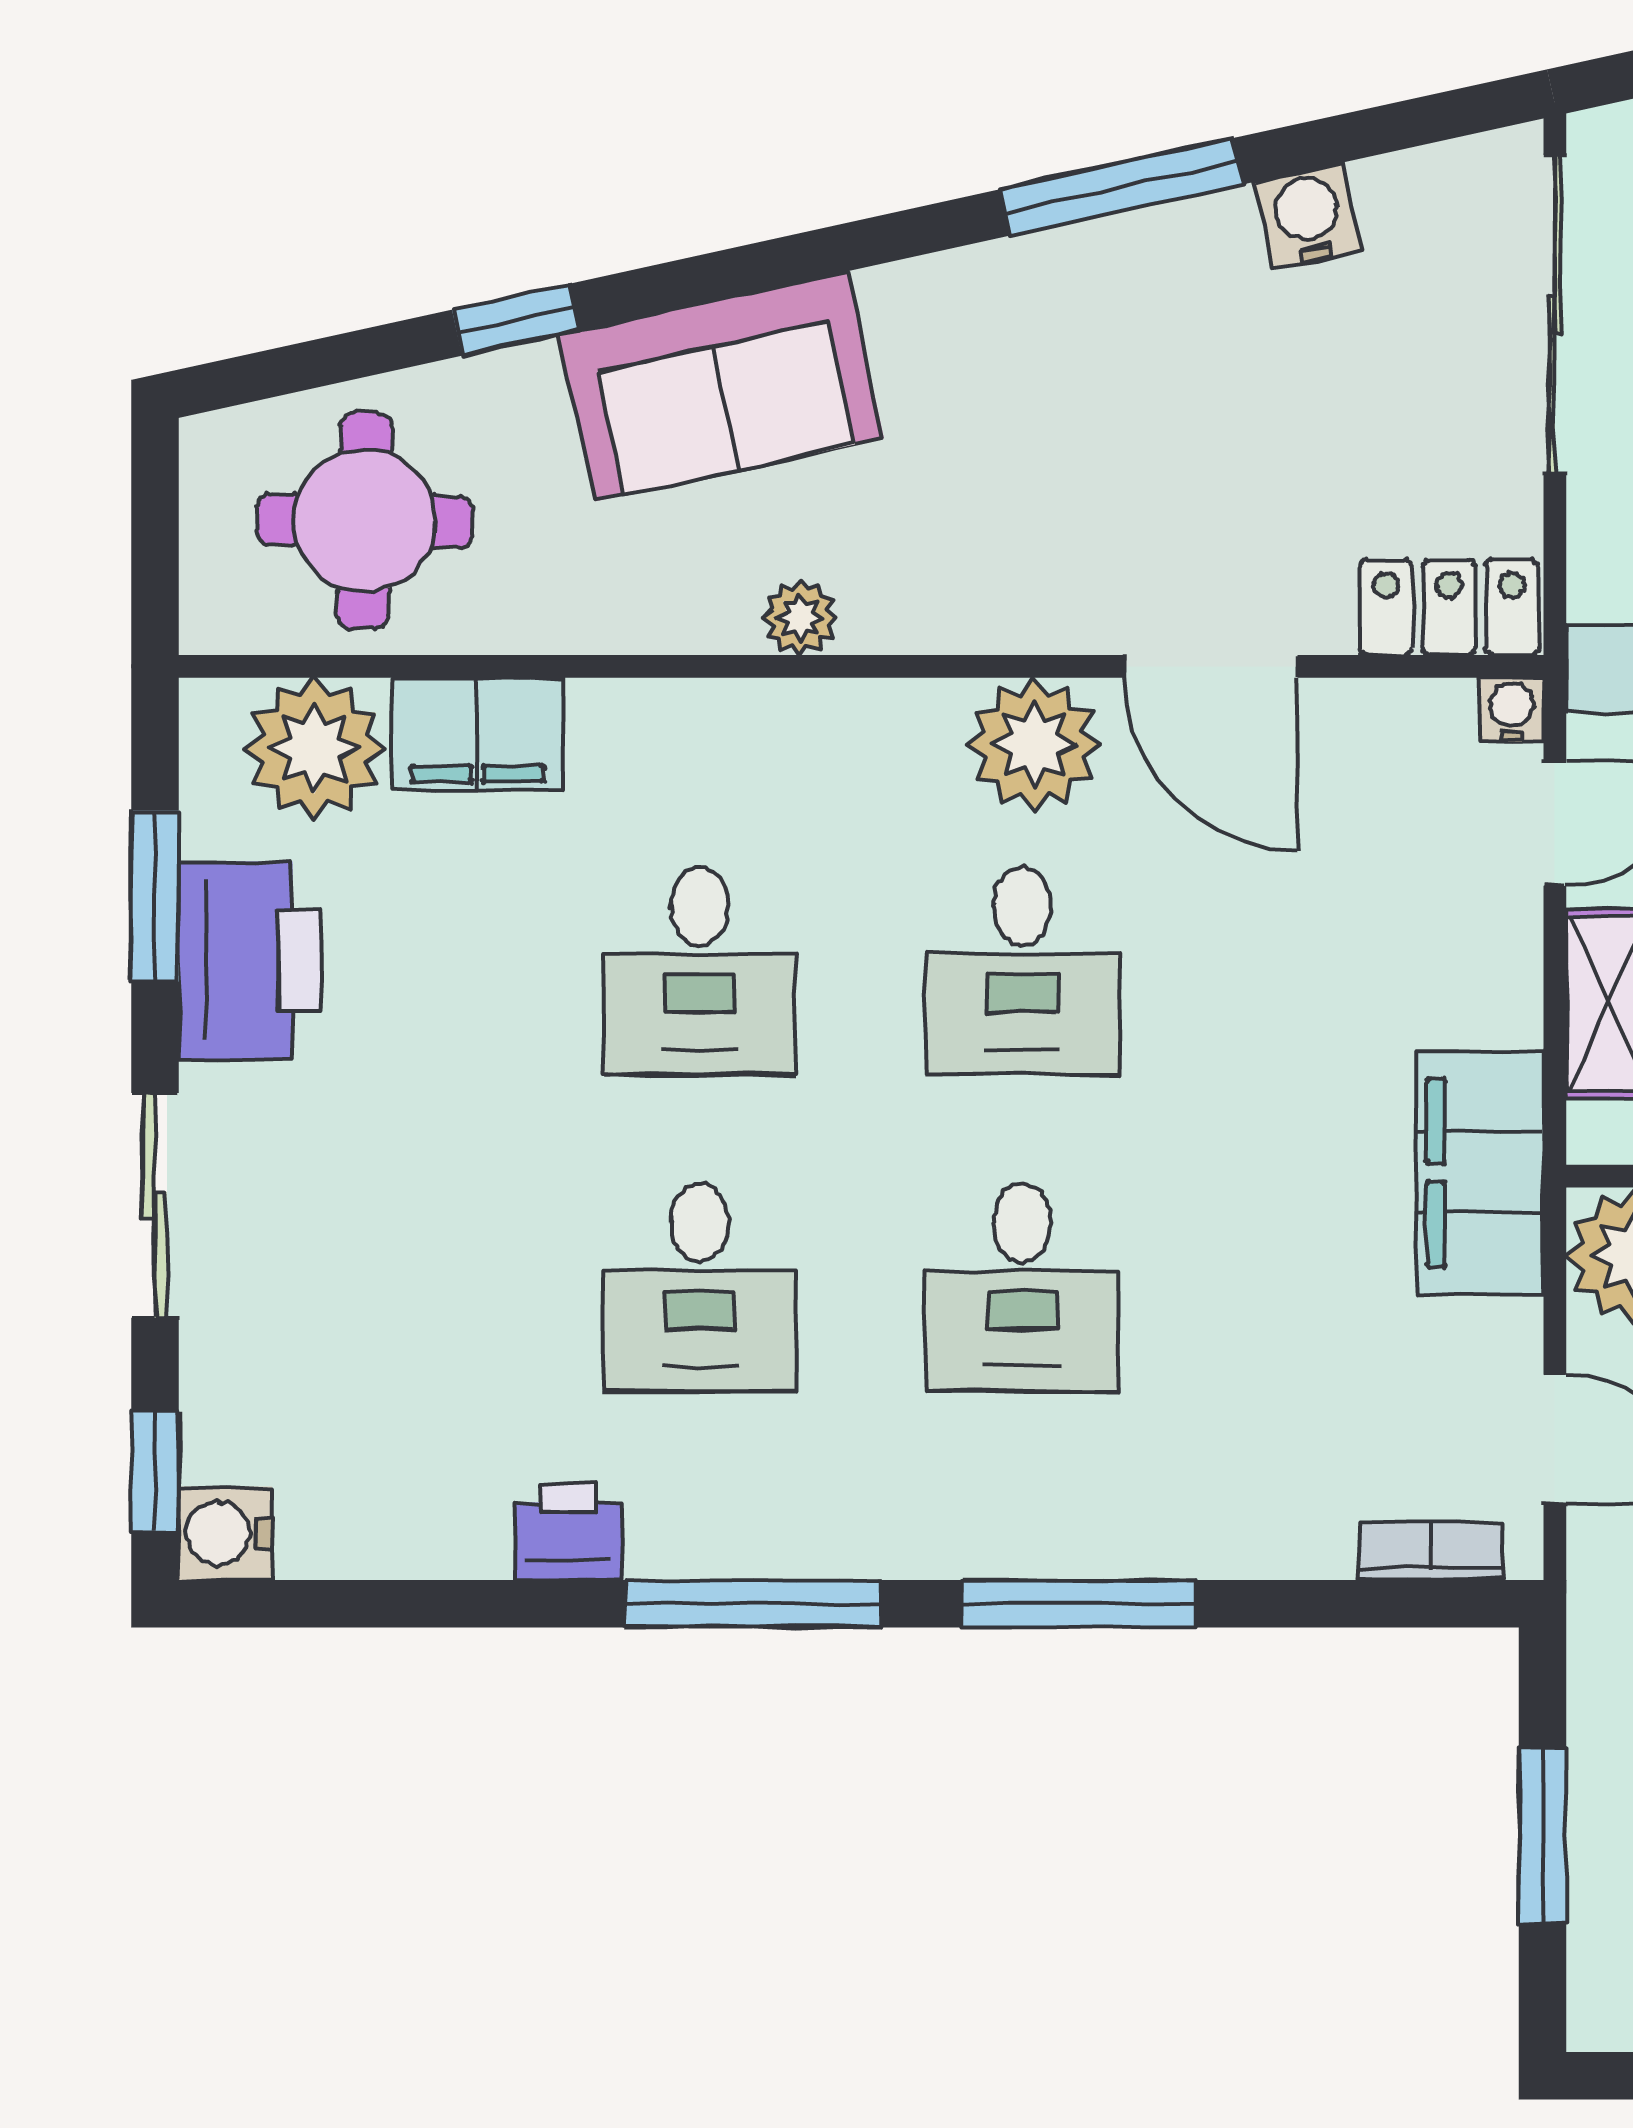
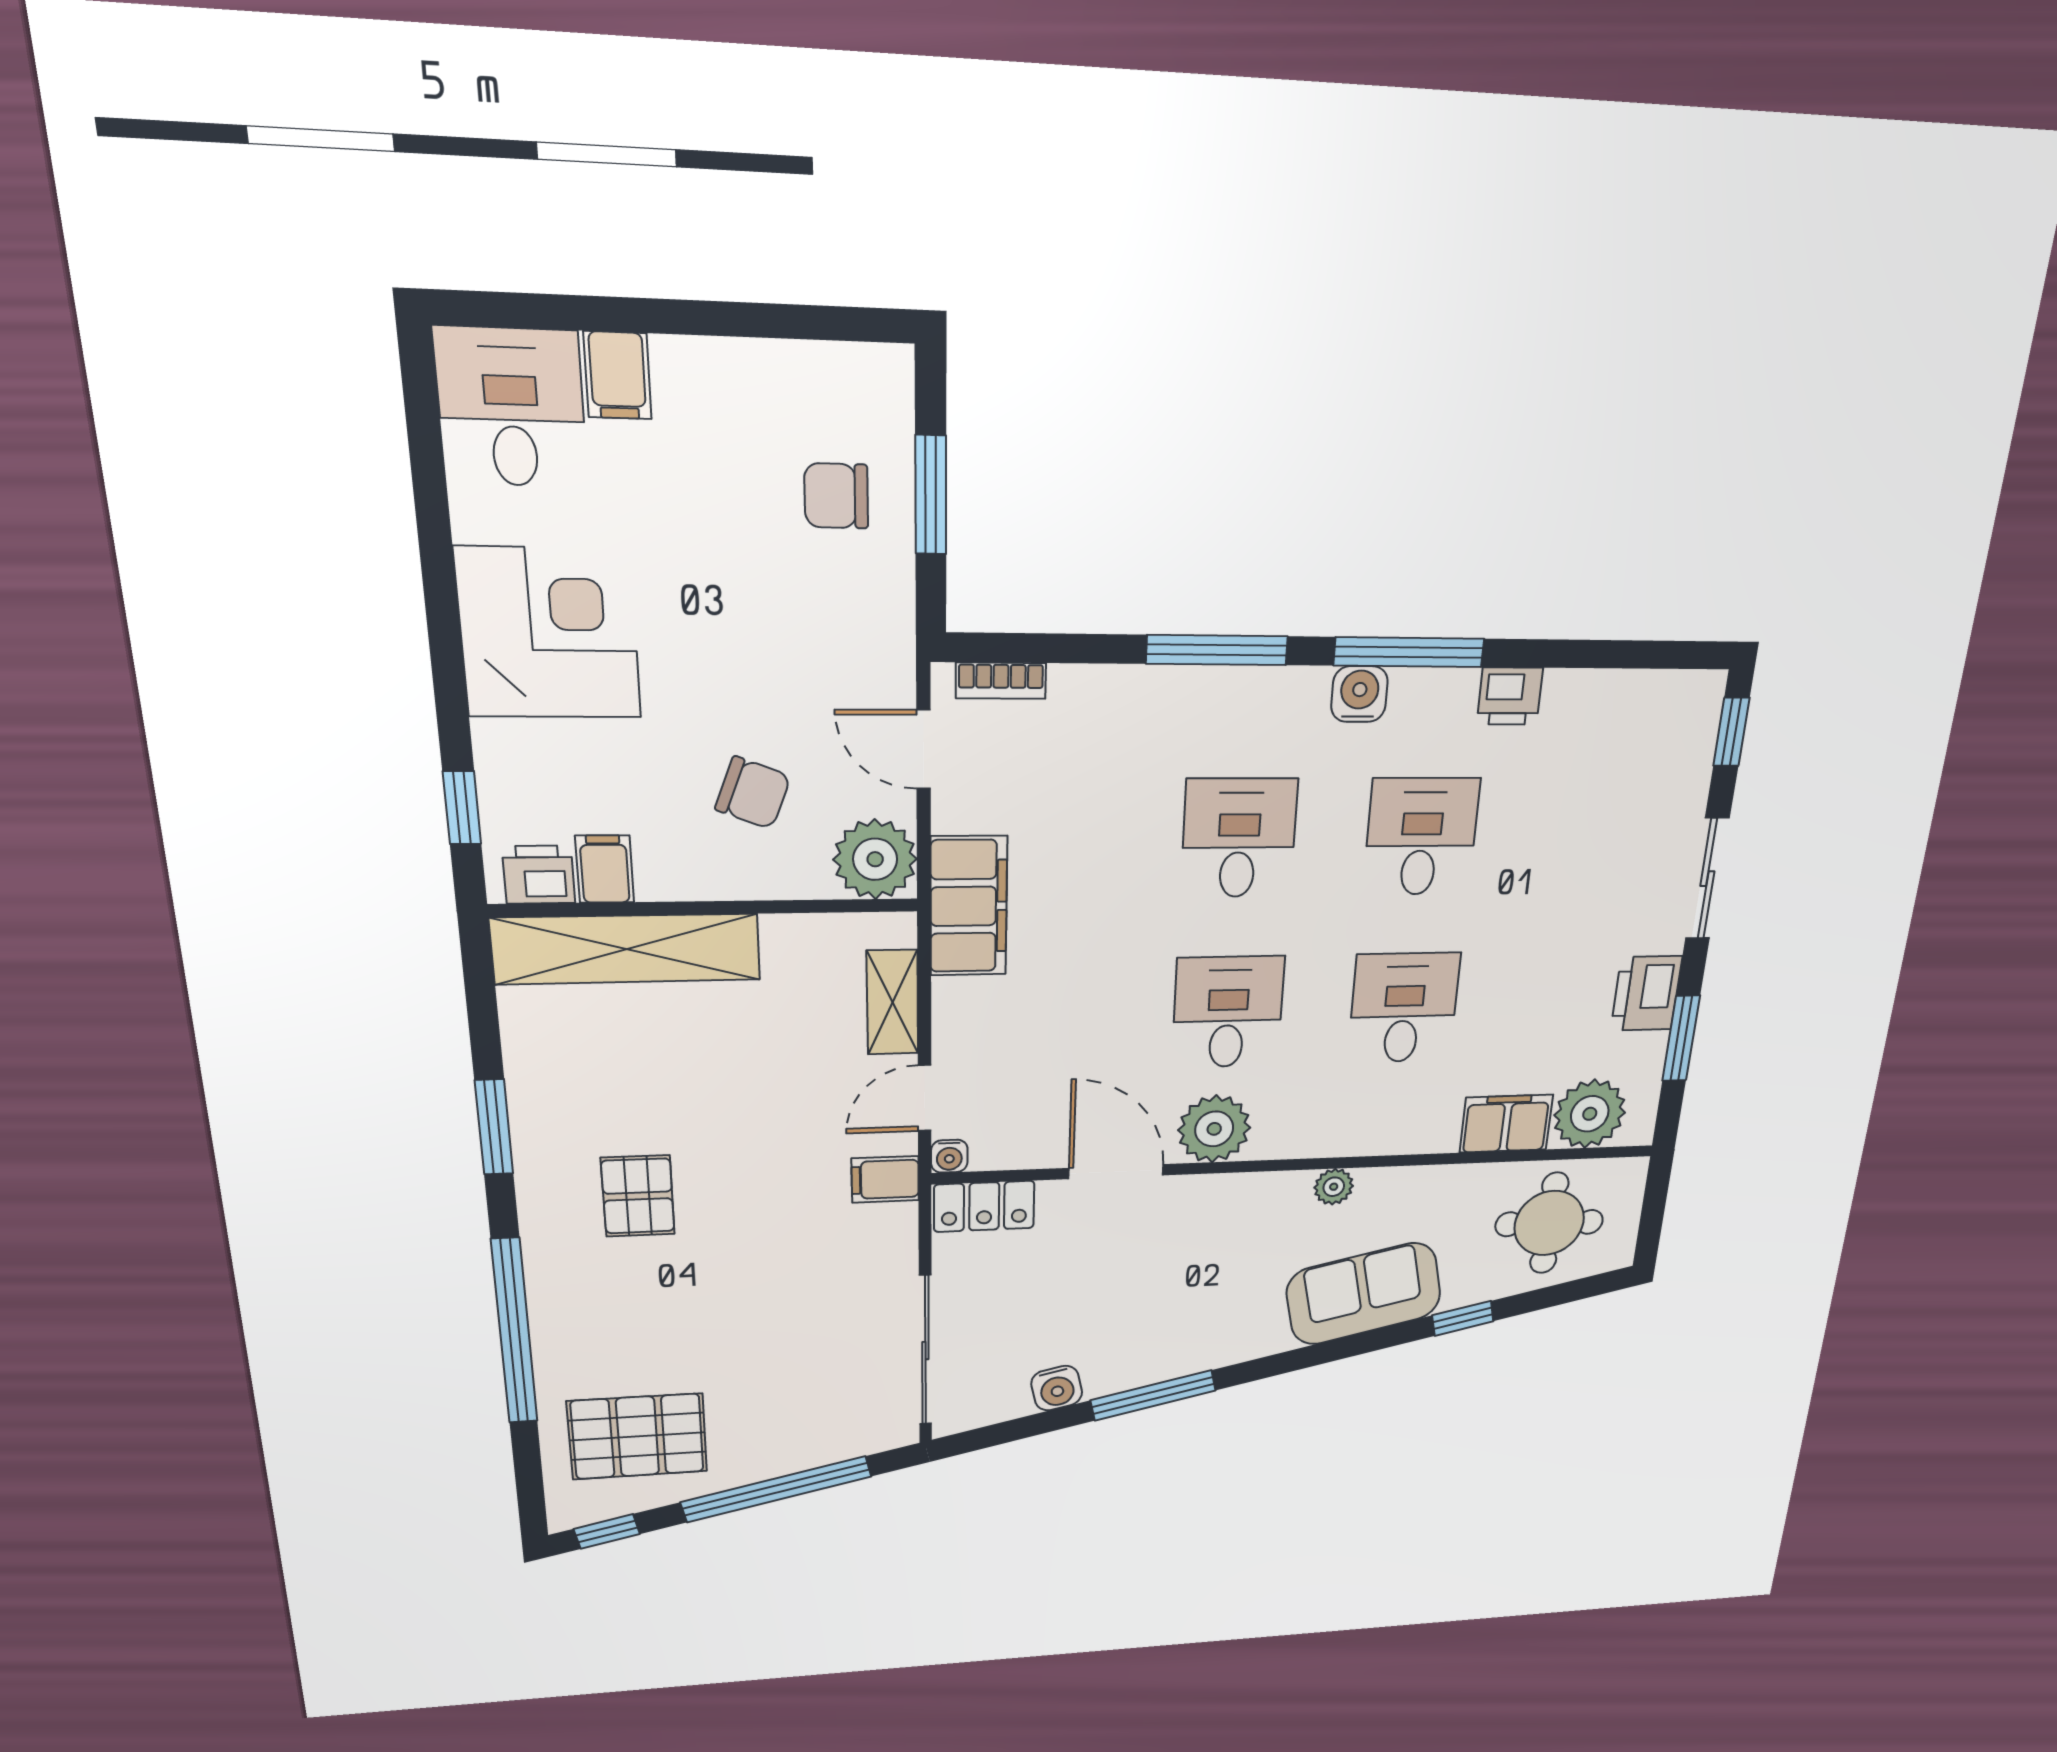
printer: (250, 961) -> (1646, 993), width x0.73, depth x0.84
water cooler: (225, 1533) -> (1359, 694), moved, turned -90

